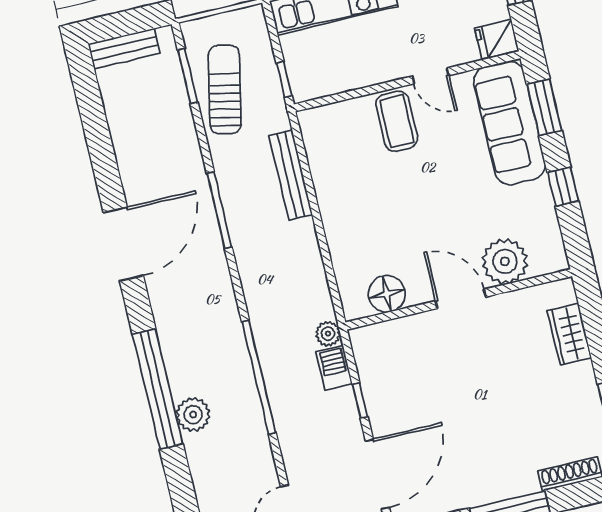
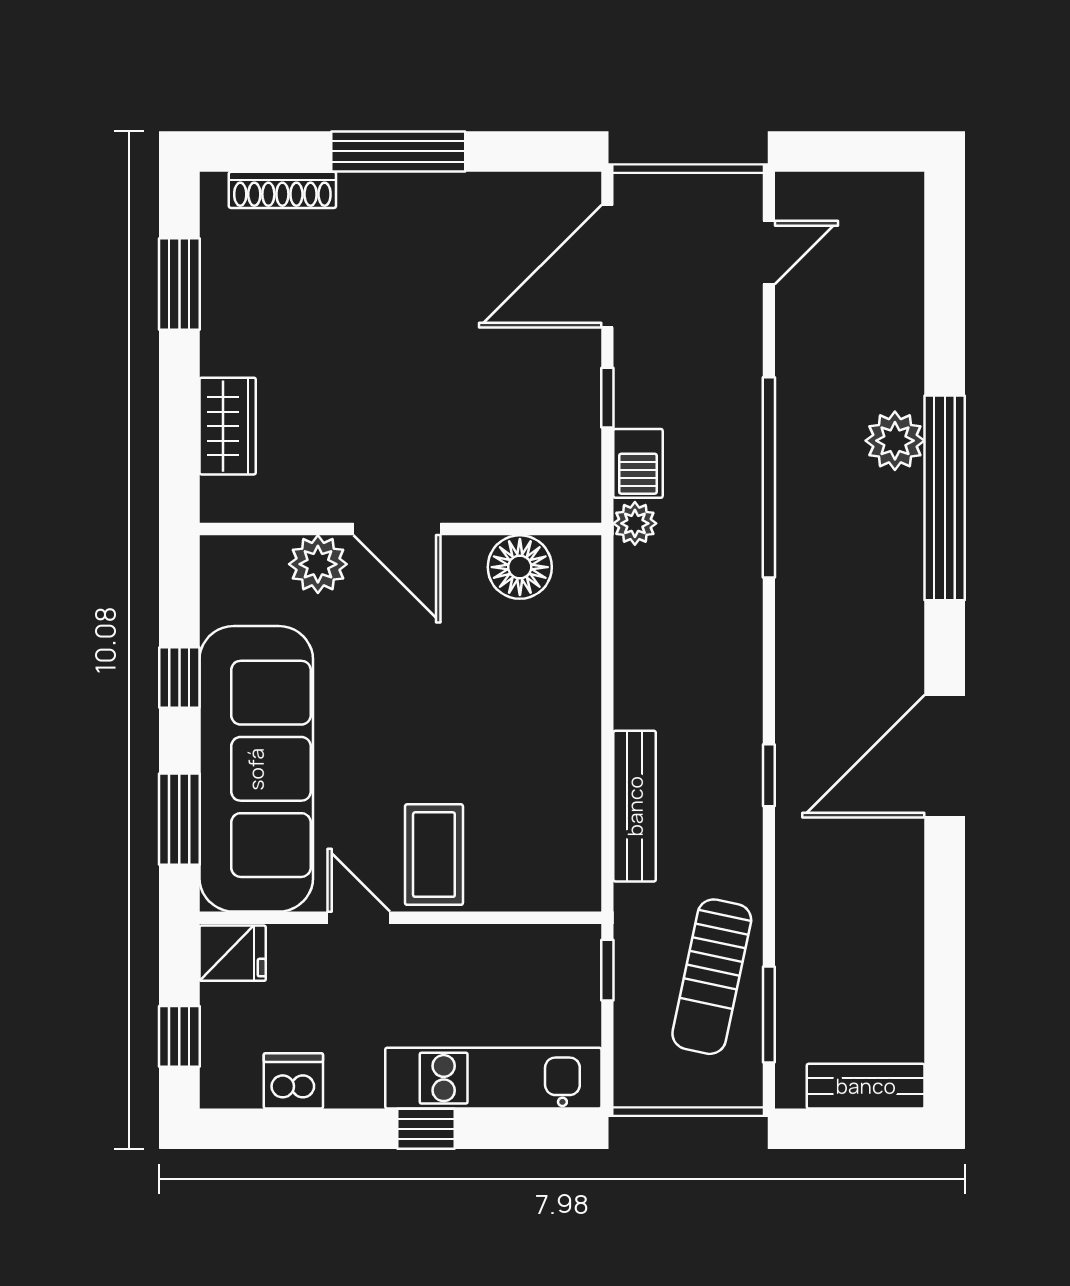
sofa: (510, 123) -> (256, 769), width x1.36, depth x1.27
window: (219, 210) -> (769, 775), width x0.46
plant: (505, 261) -> (318, 564), width x0.73, depth x0.73

